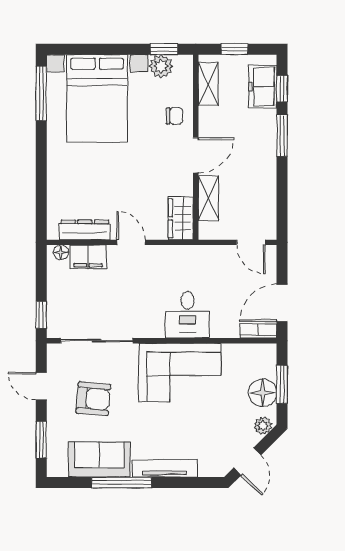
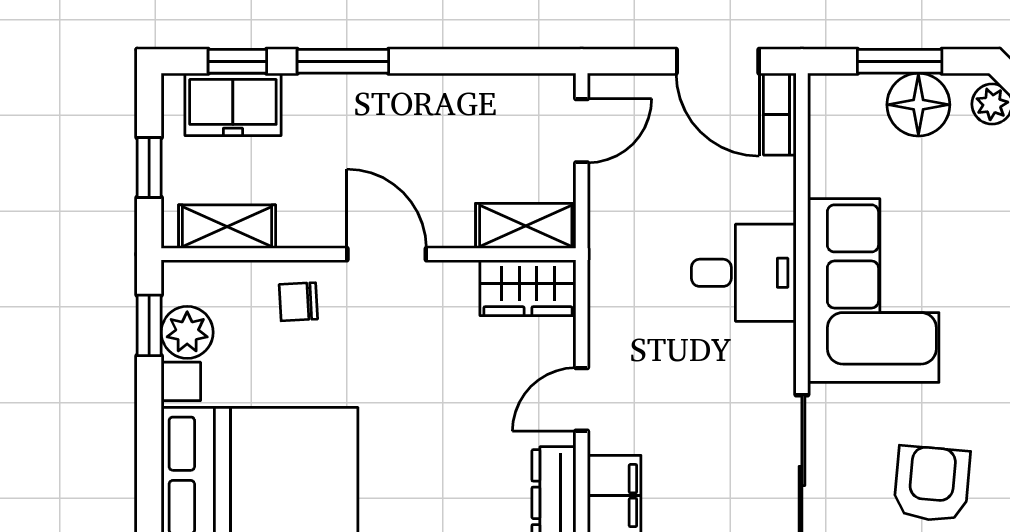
chair: (175, 116) -> (298, 302), turned -93
shelving: (208, 198) -> (526, 226), moved

